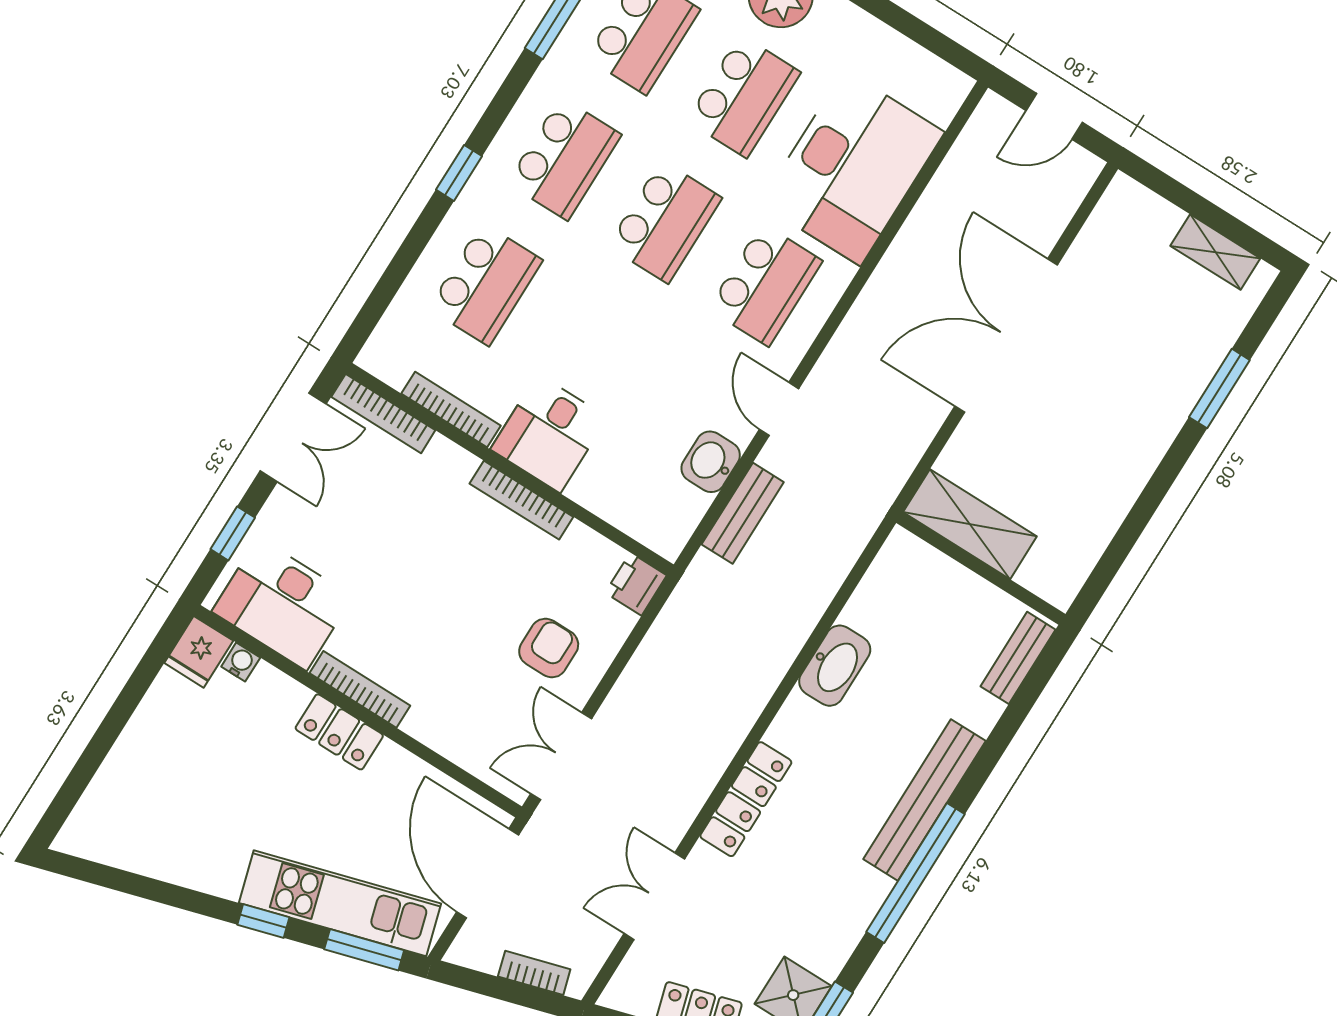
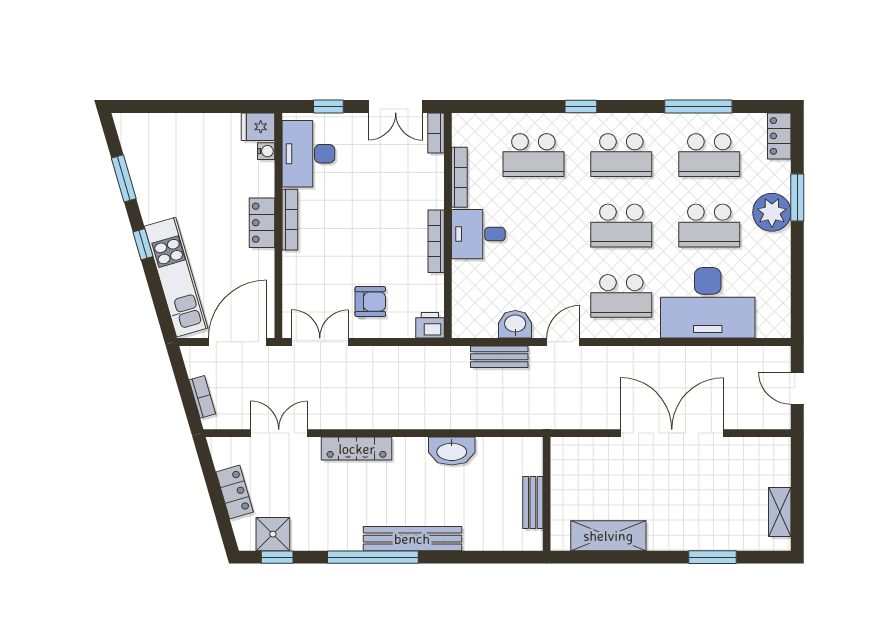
bookcase: (383, 414) -> (436, 133), width x0.64
shelving: (970, 524) -> (608, 536), moved, turned 90
bench: (1018, 658) -> (533, 503), moved, turned 90
window: (364, 950) -> (124, 178), moved

